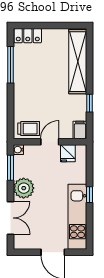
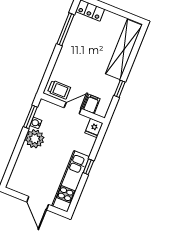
filing cabinet: (80, 130) -> (91, 104), moved
water cooler: (18, 150) -> (36, 123), moved
fridge: (68, 153) -> (94, 128), moved
double door: (11, 218) -> (13, 160), removed

